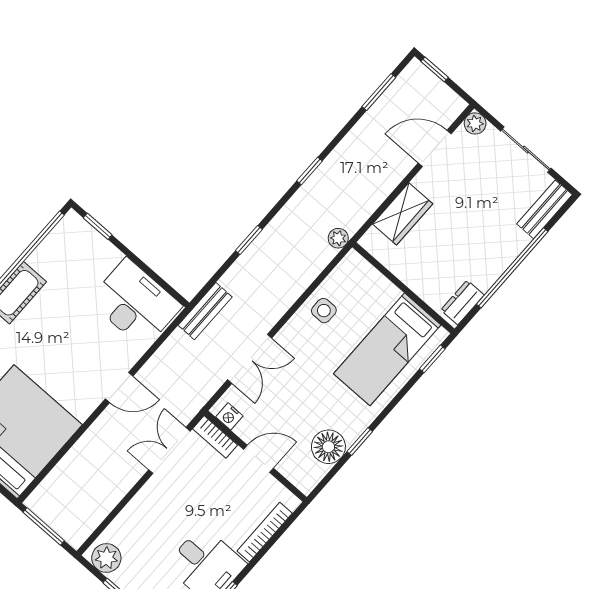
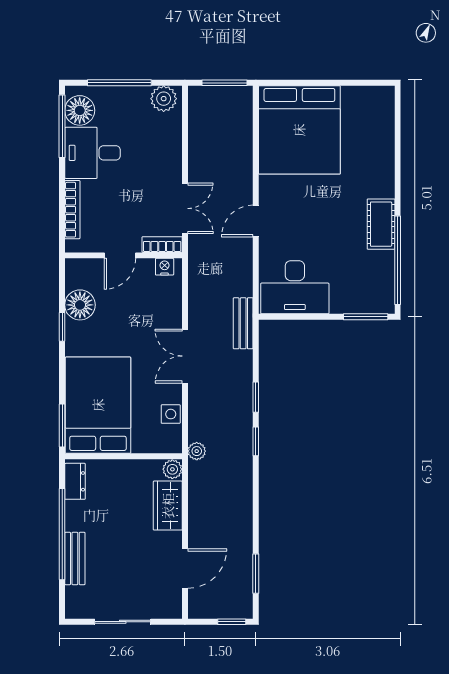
plant: (475, 123) -> (172, 469), moved
window: (309, 171) -> (256, 441), moved
bench: (545, 209) -> (75, 558), moved
window: (98, 226) -> (366, 317), width x1.50
side table: (324, 311) -> (171, 414), moved
bed: (387, 349) -> (98, 405), width x1.50
double door: (250, 359) -> (185, 356), moved
window: (432, 359) -> (62, 426), width x1.50

